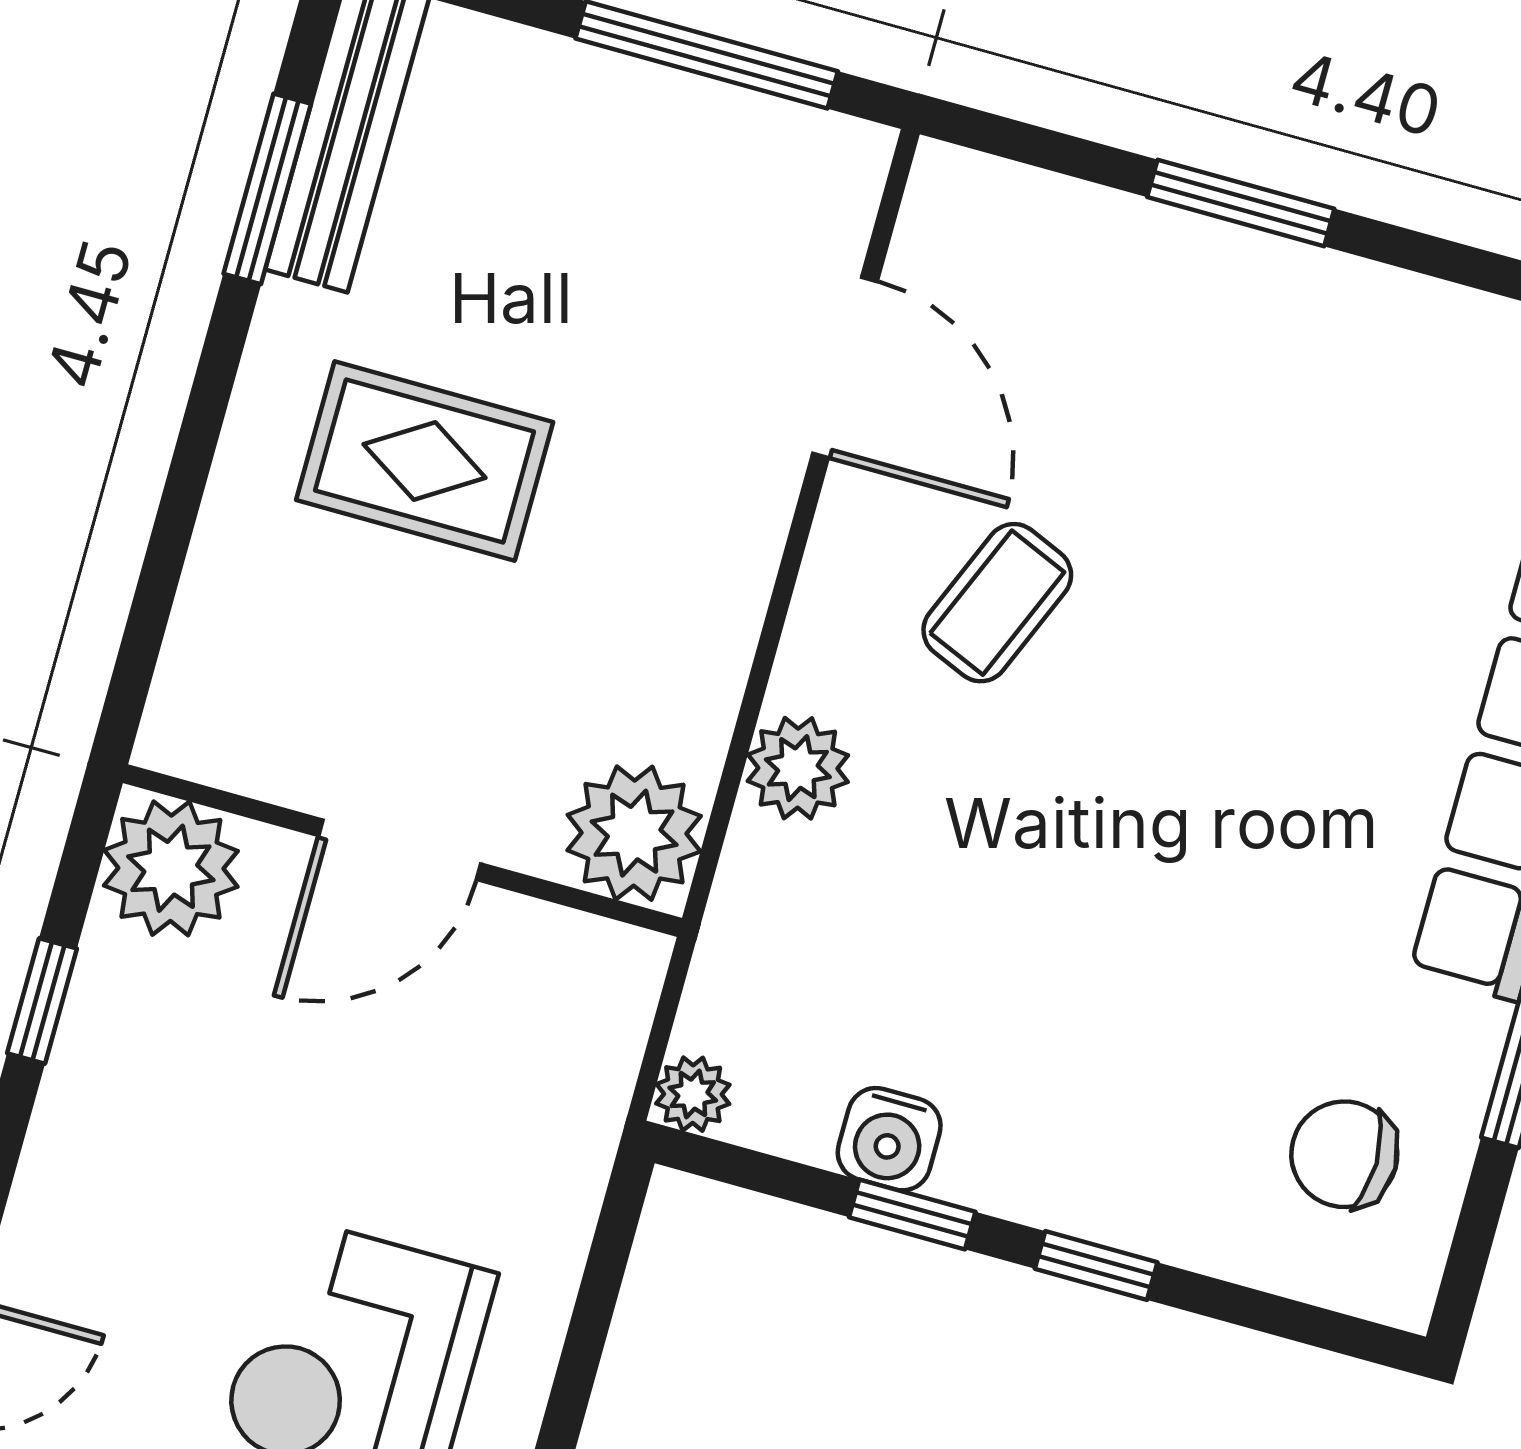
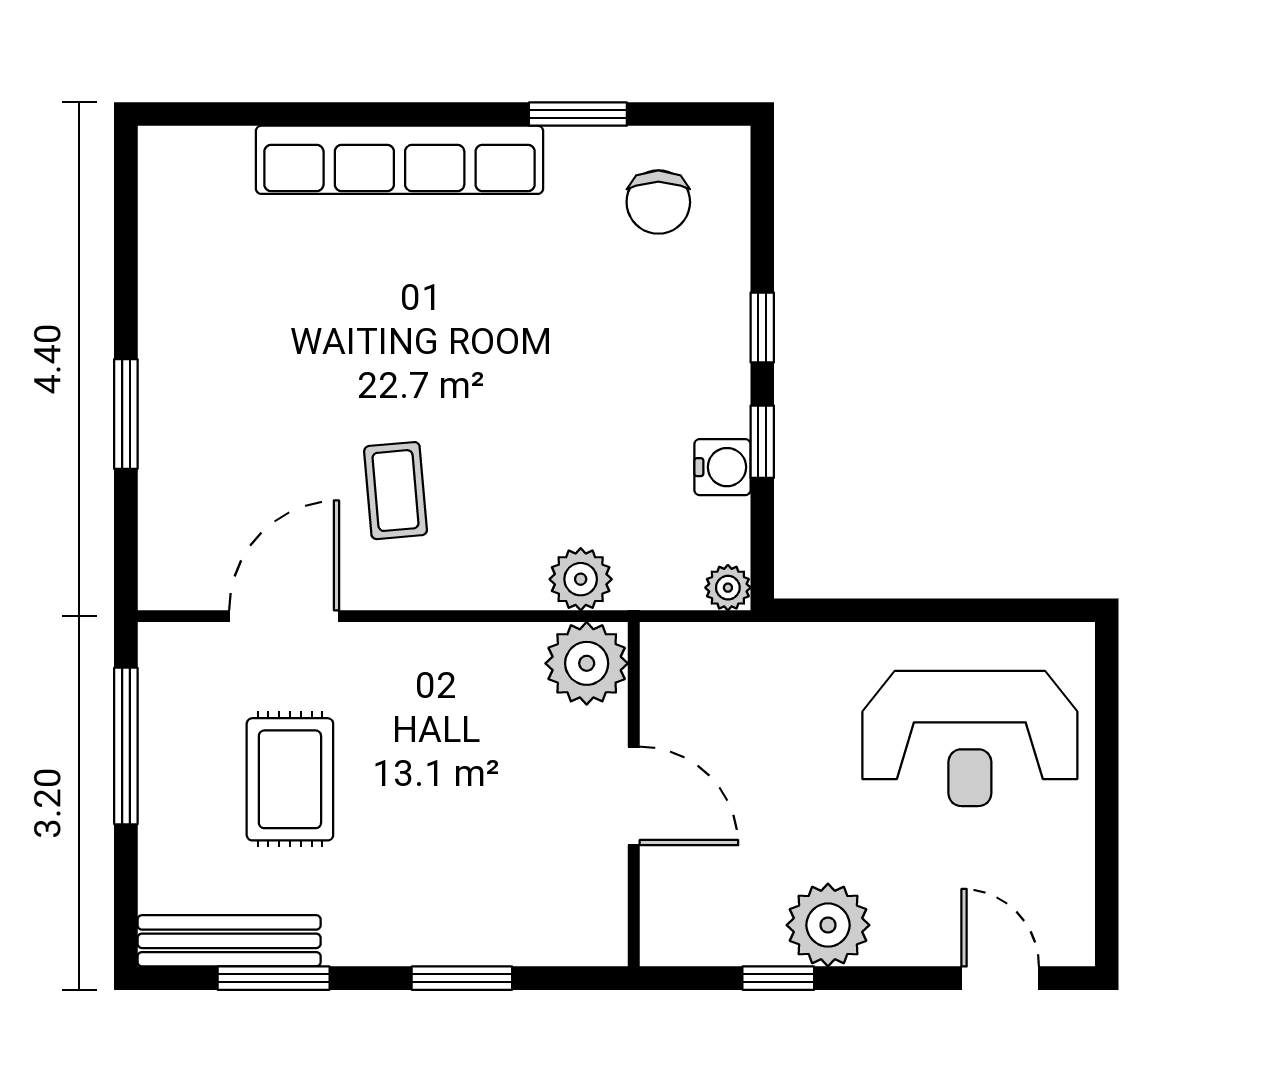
rug: (425, 461) -> (290, 779), moved
window: (183, 492) -> (462, 978), added
coffee table: (997, 603) -> (396, 491), turned 62
plant: (798, 768) -> (581, 579), moved
plant: (171, 868) -> (828, 925), moved

